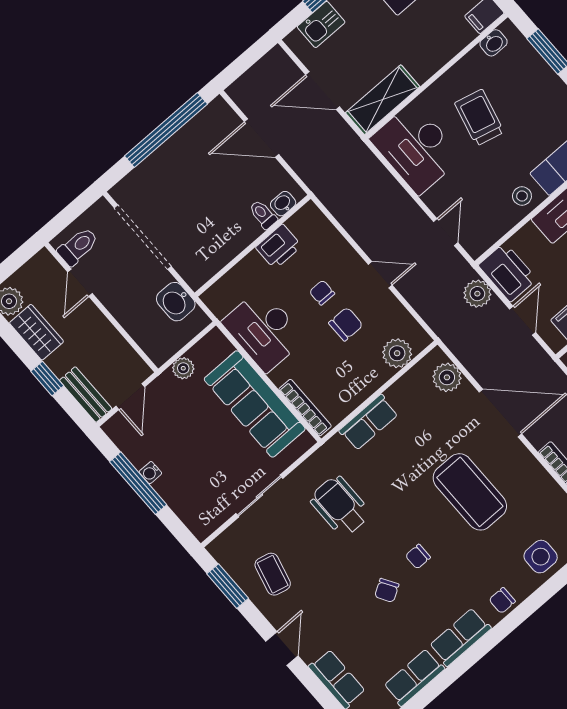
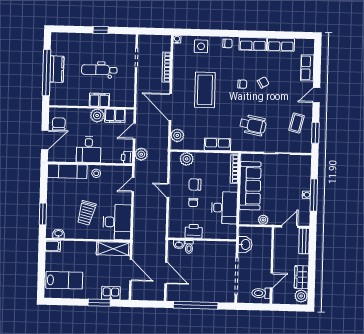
printer: (508, 272) -> (127, 157), width x0.53, depth x0.68
window: (47, 379) -> (312, 258), removed
wheelchair: (340, 506) -> (253, 125), turned -79

